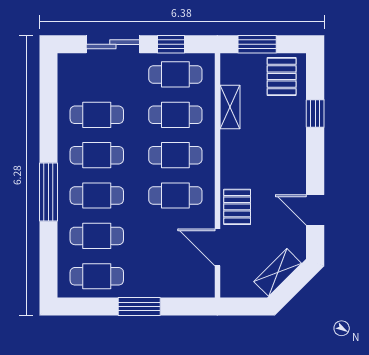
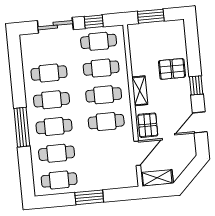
pallet: (282, 77) -> (172, 69), moved, turned 90
shelving: (230, 107) -> (140, 91), moved
window: (315, 114) -> (196, 85), moved
door: (315, 210) -> (200, 122), hinge flipped
door: (217, 247) -> (137, 153), swing flipped
shelving: (278, 272) -> (157, 178), moved, turned 45

